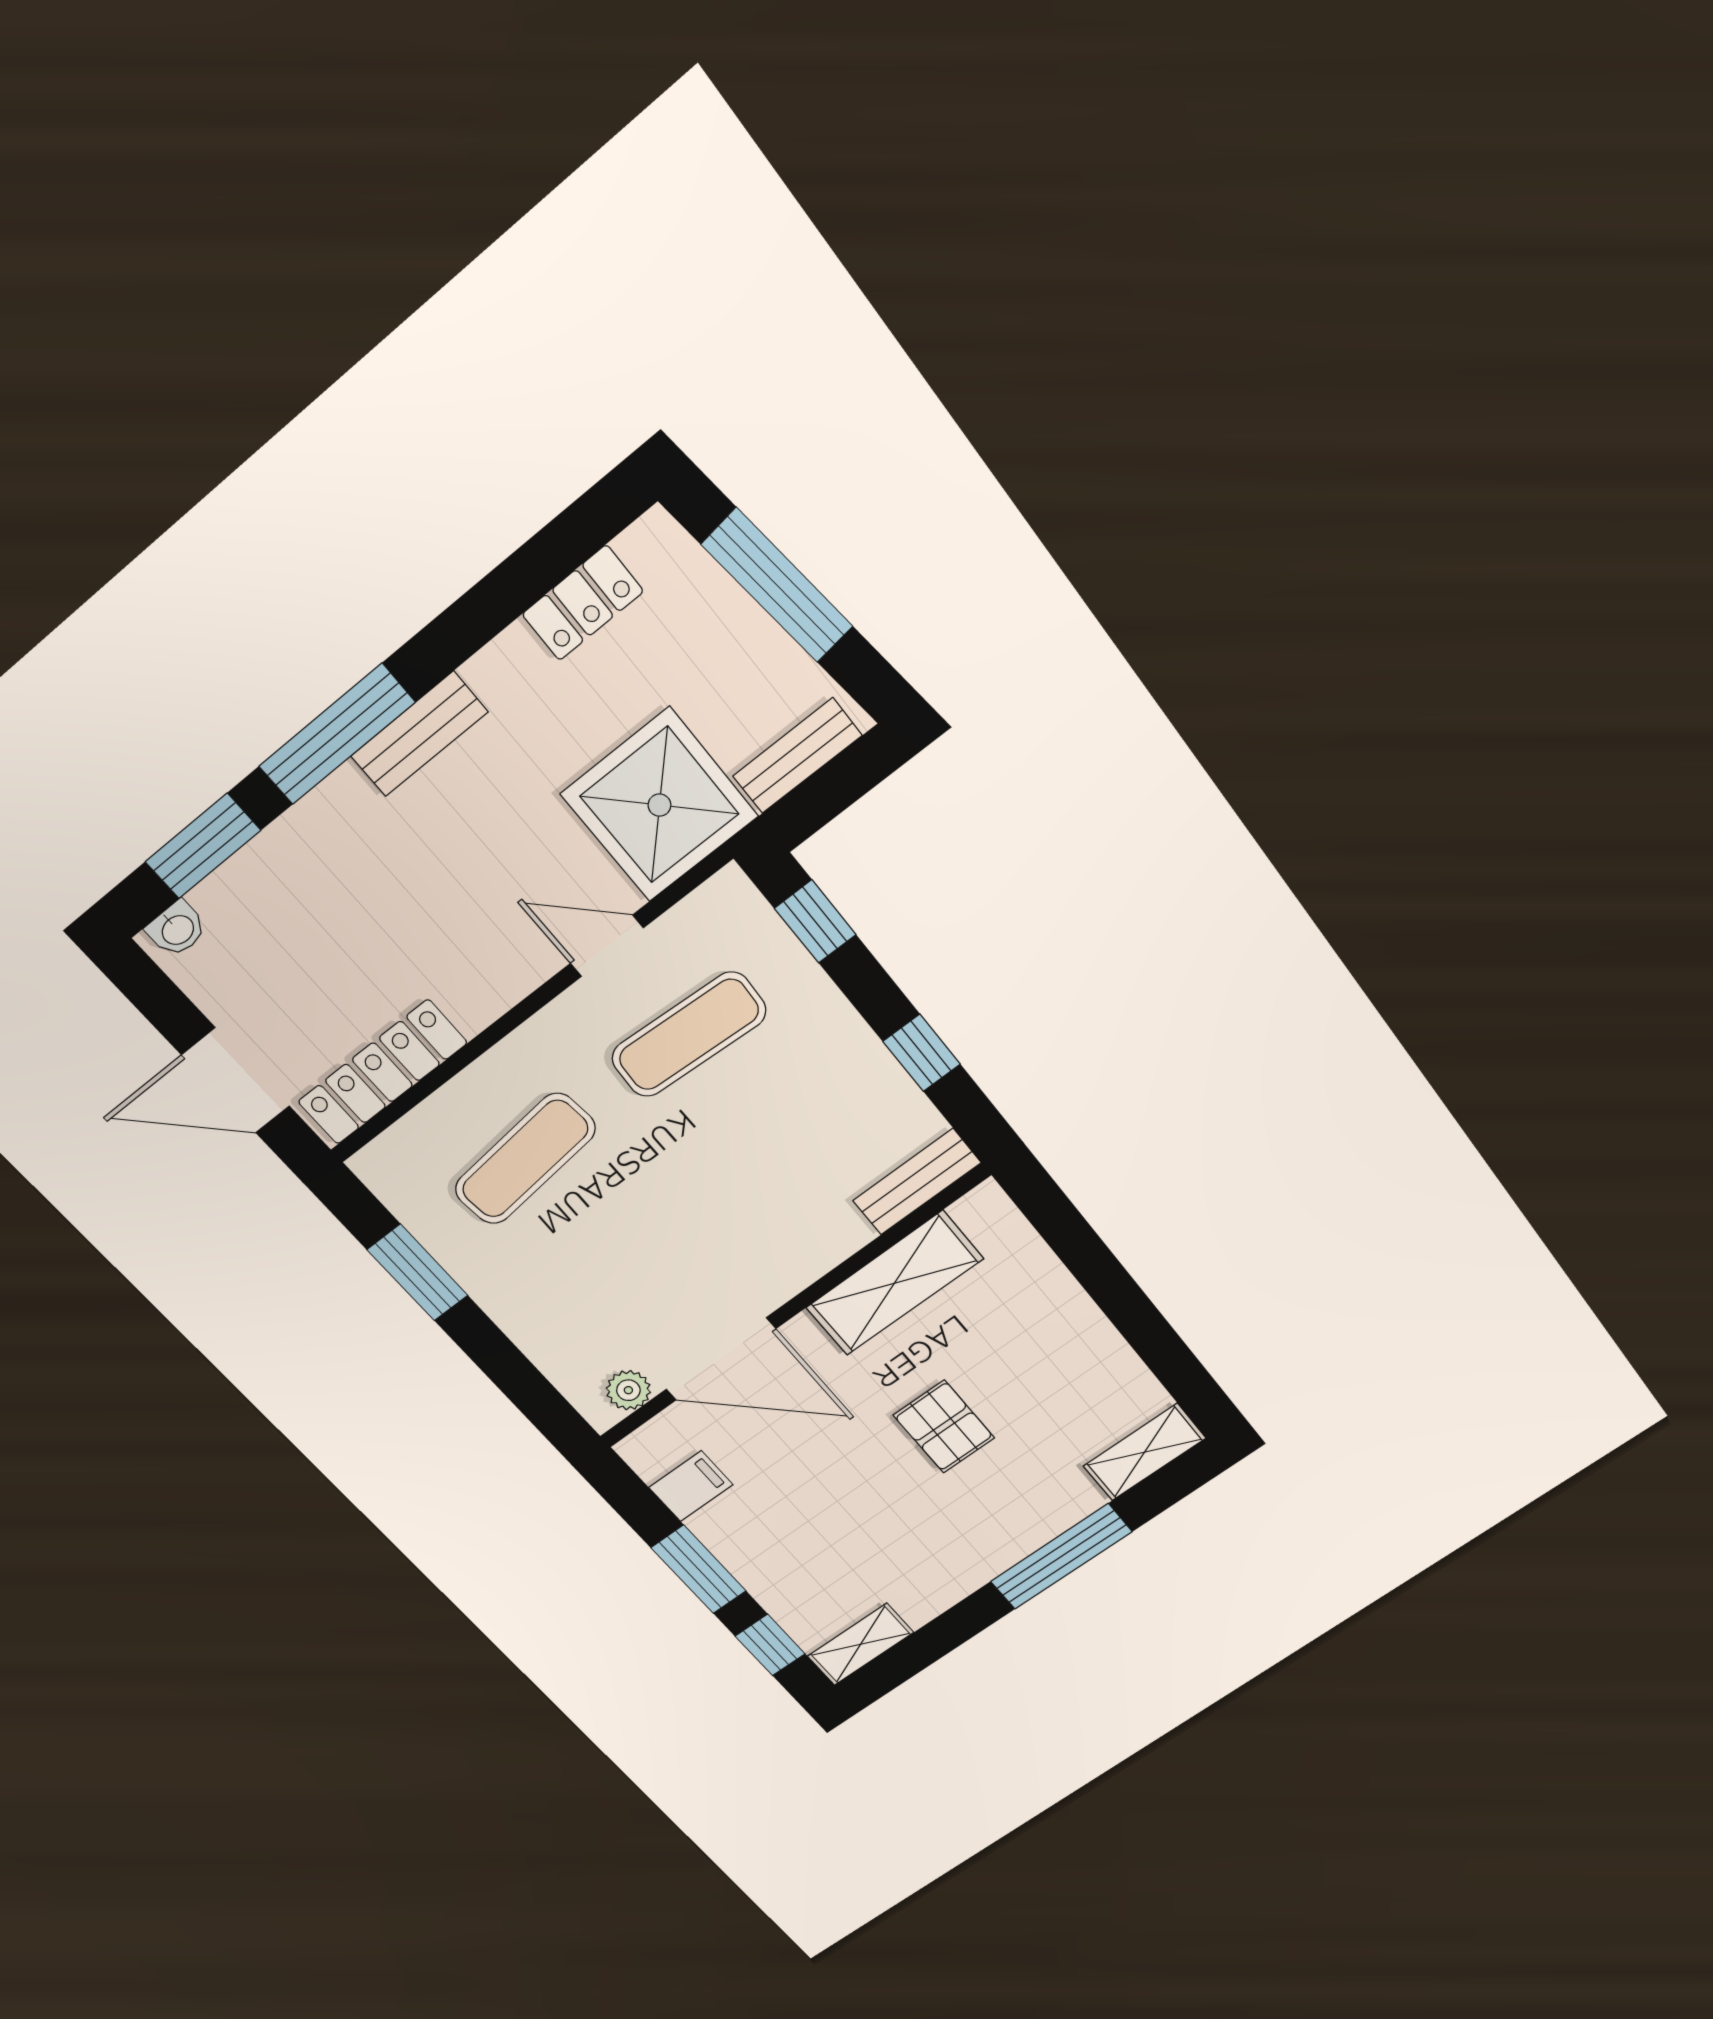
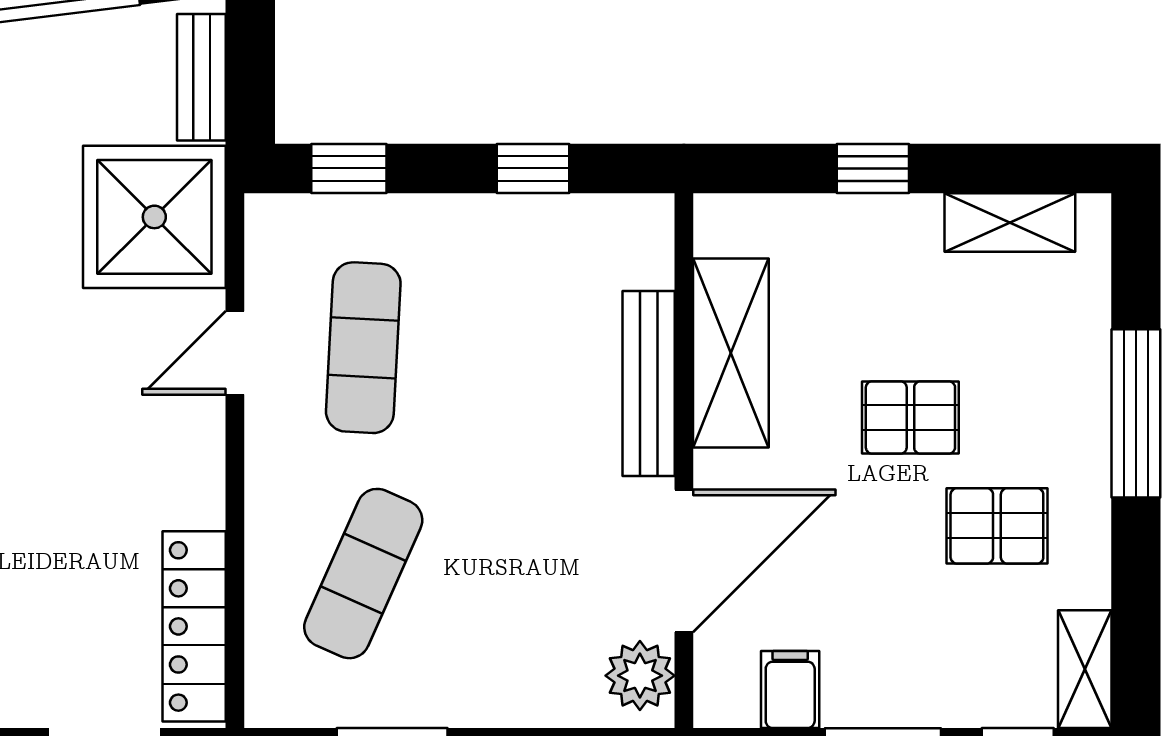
exercise mat: (525, 1159) -> (363, 574), turned 30
bench: (917, 1182) -> (649, 384), moved, width x1.36
window: (1105, 1279) -> (873, 168), added
plant: (628, 1390) -> (640, 676), width x1.38, depth x1.38
shelving: (1145, 1452) -> (1010, 222), moved, turned 90
pallet: (913, 1529) -> (997, 526), added

